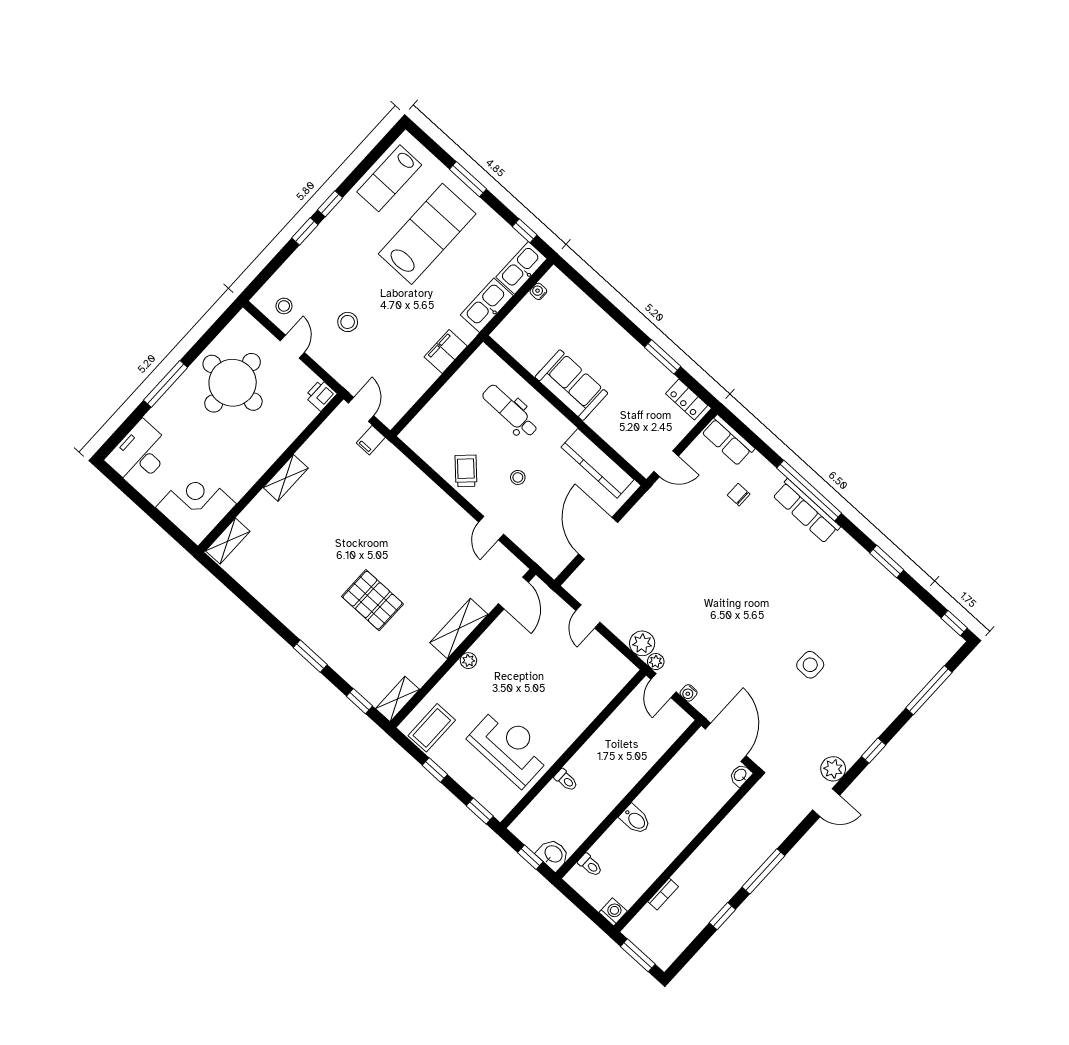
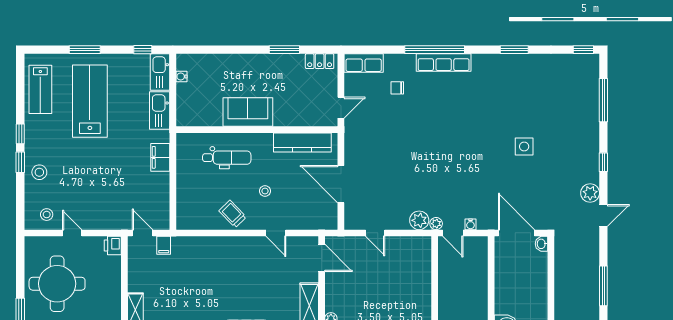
stool: (348, 322) -> (39, 172), moved
dental chair: (510, 411) -> (227, 158), turned 180

